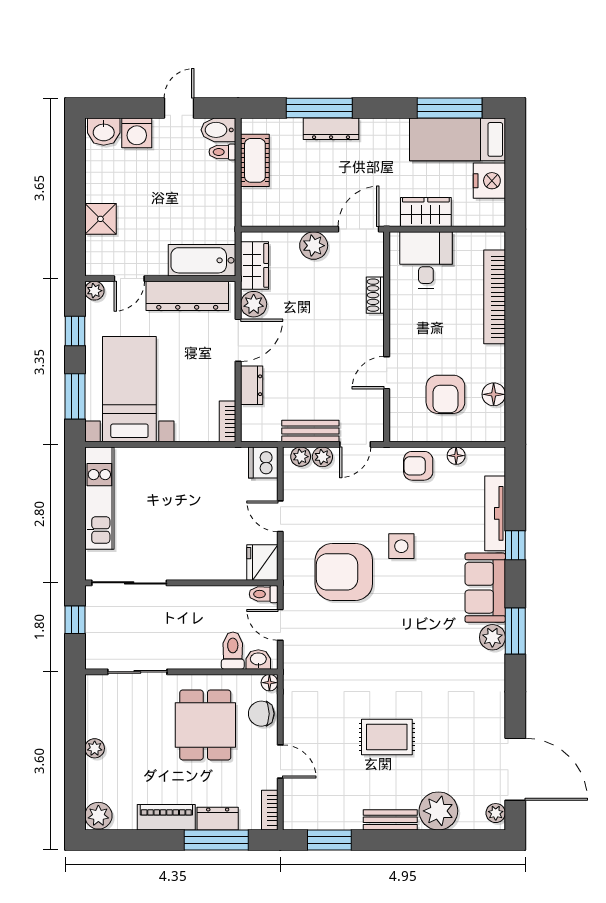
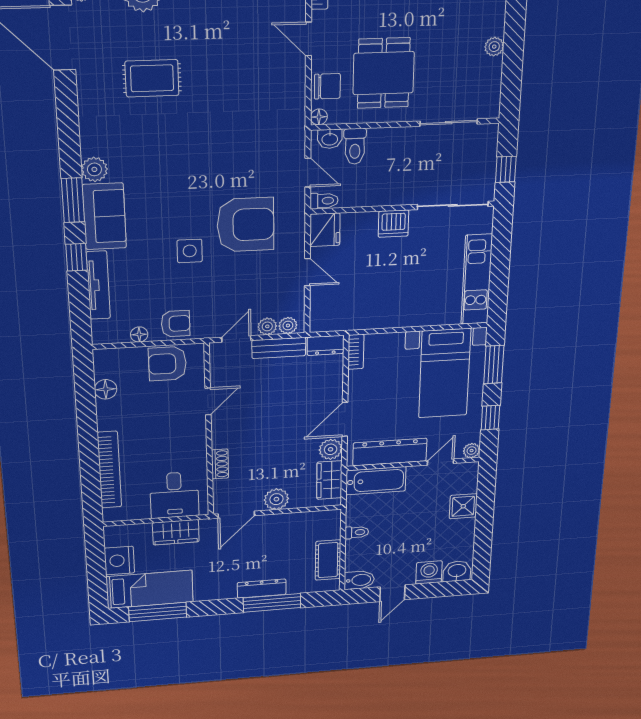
toilet: (222, 152) -> (357, 532), moved
dresser: (252, 385) -> (325, 345), moved, turned -90
armchair: (445, 394) -> (167, 364), moved, turned -90
dishwasher: (263, 462) -> (393, 224), moved, turned 90
window: (515, 631) -> (73, 200), moved
rug: (387, 737) -> (152, 78), moved

